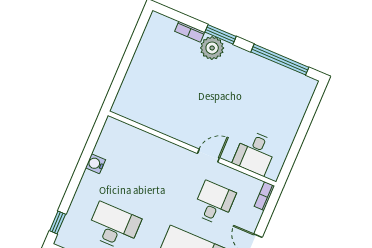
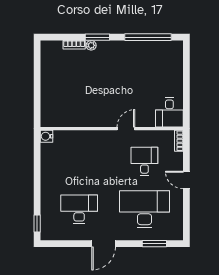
plant: (212, 48) -> (91, 45), width x0.53, depth x0.53
desk: (255, 153) -> (169, 112), moved
water cooler: (95, 164) -> (47, 136), moved

